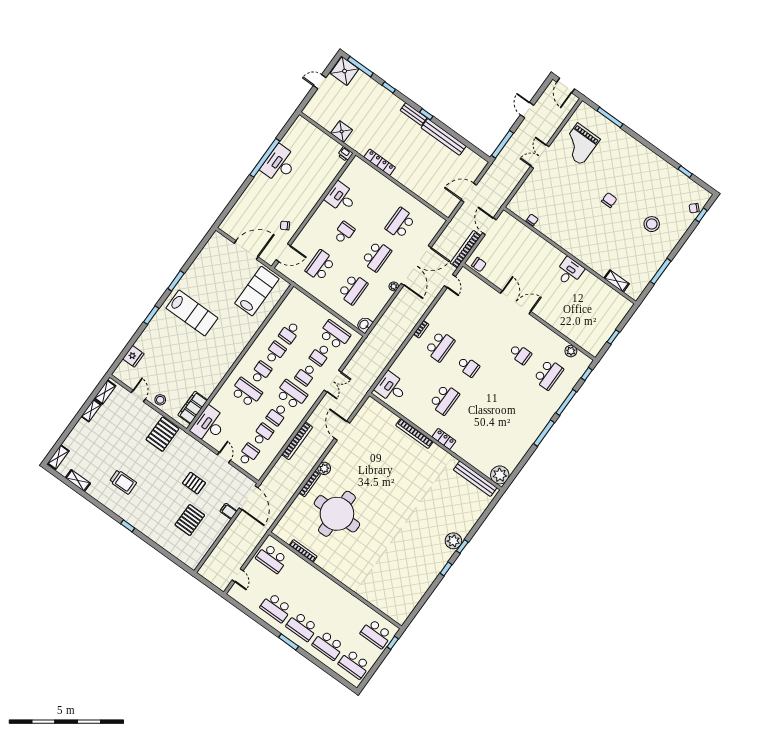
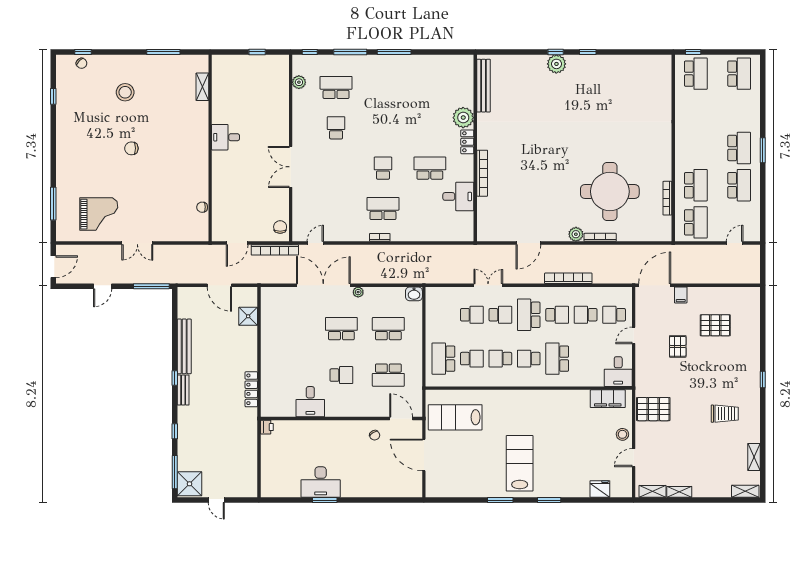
shower: (342, 132) -> (248, 316), moved
window: (265, 158) -> (325, 500), width x0.47
school desk: (400, 223) -> (294, 329), removed
school desk: (344, 233) -> (341, 375), turned 180
school desk: (335, 335) -> (443, 359), moved
desk: (391, 388) -> (458, 196), moved, turned -90
desk: (209, 425) -> (618, 372), width x0.73
plant: (500, 475) -> (463, 118), moved
trolley: (123, 482) -> (725, 414), turned 91
school desk: (328, 645) -> (696, 185), moved

